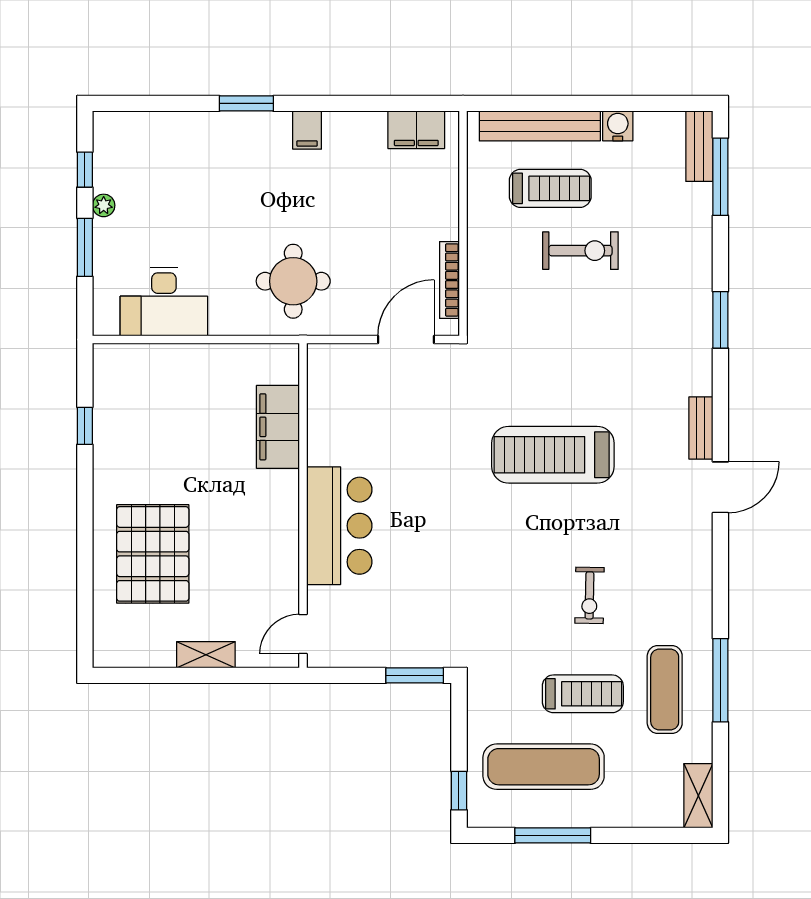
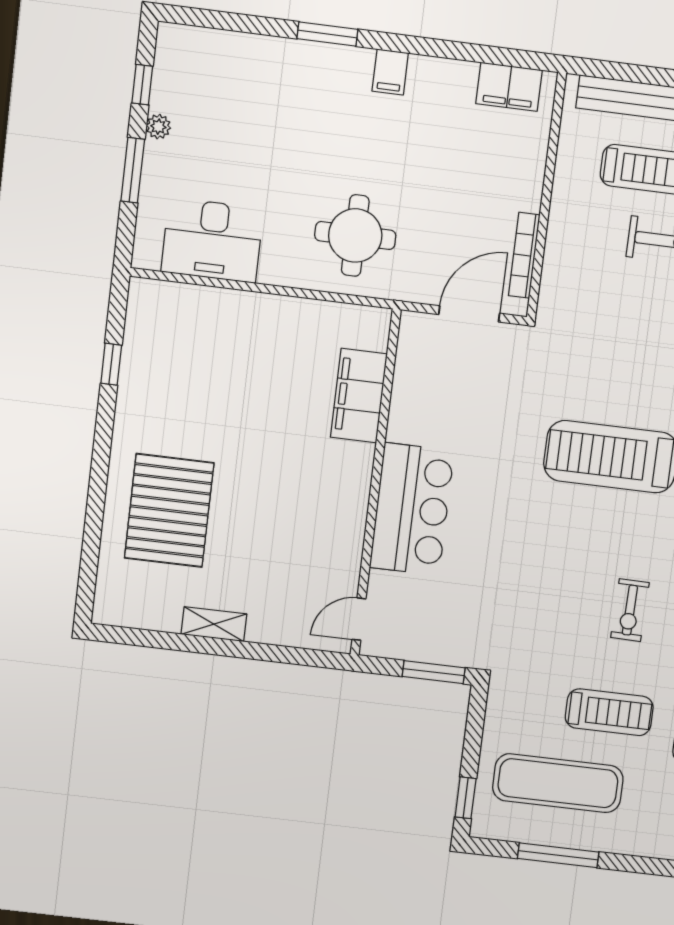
filing cabinet: (278, 427) -> (359, 396), moved
wall: (303, 506) -> (376, 483), moved
bar counter: (339, 526) -> (412, 509), moved
door: (303, 634) -> (359, 619), moved

